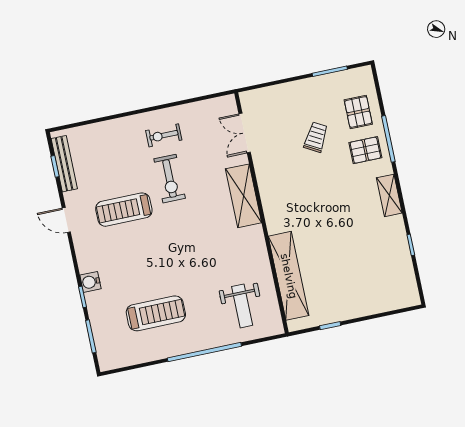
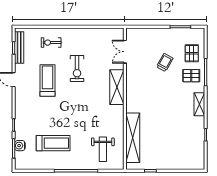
exercise bike: (164, 135) -> (51, 43), moved
treadmill: (124, 210) -> (47, 81), turned 90
water cooler: (90, 282) -> (20, 146), moved

